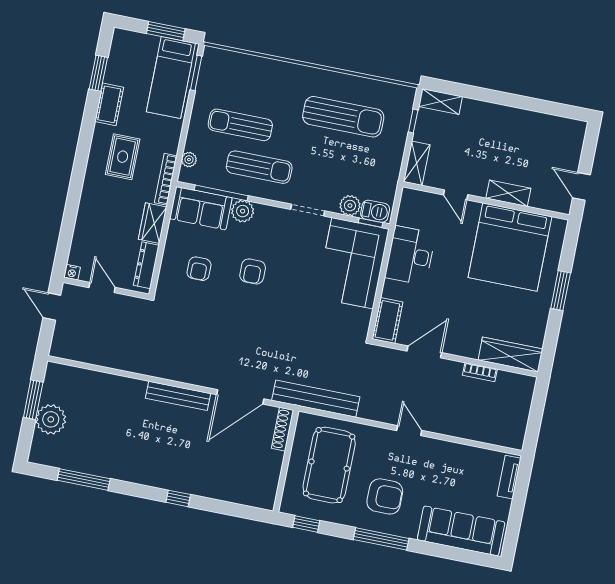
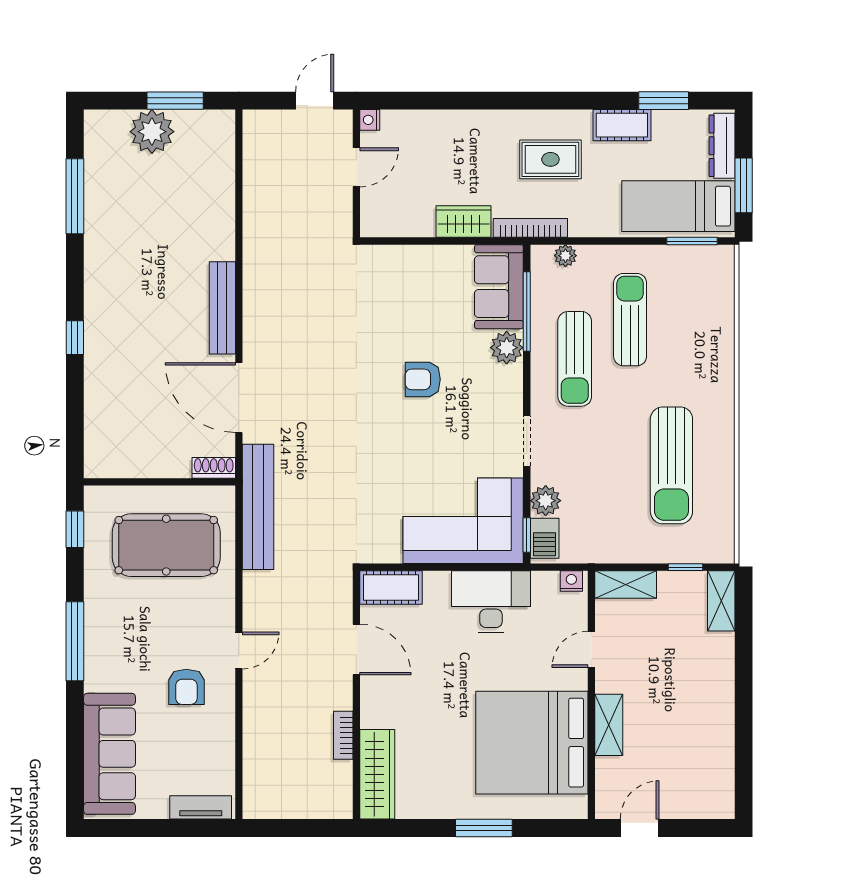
nightstand: (407, 199) -> (571, 581), added
dresser: (146, 265) -> (722, 146), moved, turned -90
armchair: (199, 269) -> (411, 301), removed
shoe rack: (283, 429) -> (214, 468), width x0.70
armchair: (385, 496) -> (186, 687), moved, width x0.72, depth x0.72

